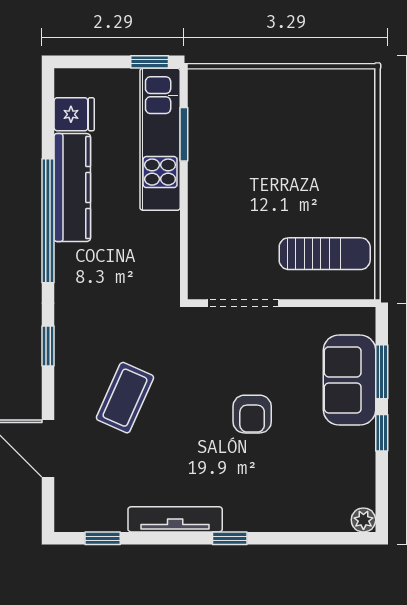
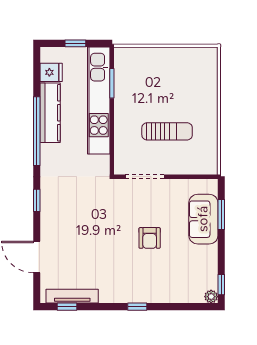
window: (150, 62) -> (75, 43), moved
kitchen unit: (160, 139) -> (99, 100), width x1.36
sun lounger: (325, 254) -> (167, 131), moved
coffee table: (125, 398) -> (79, 229), removed
window: (382, 433) -> (221, 285), moved
tv unit: (175, 519) -> (72, 296), moved

